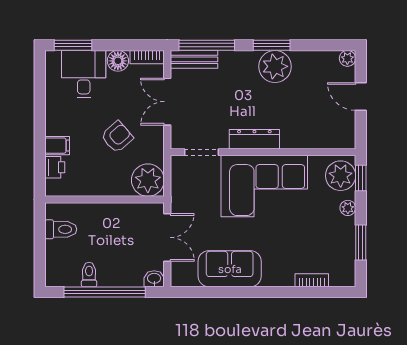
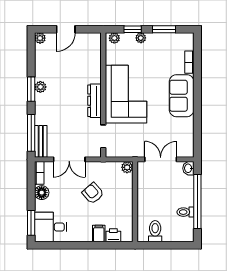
plant: (275, 66) -> (40, 87), width x0.53, depth x0.53
desk: (84, 74) -> (51, 227), moved
plant: (341, 176) -> (114, 38), width x0.53, depth x0.53
window: (361, 178) -> (133, 29), moved
plant: (148, 180) -> (127, 167), width x0.53, depth x0.53
sofa: (230, 269) -> (182, 96), moved

